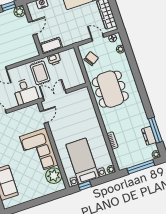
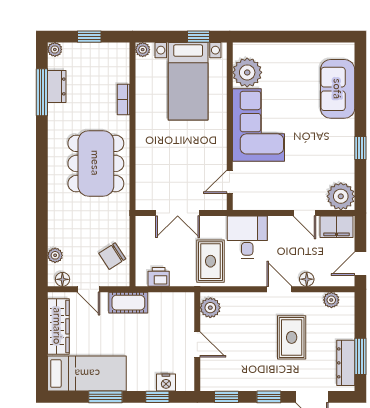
plant: (20, 12) -> (210, 308), moved
door: (32, 28) -> (197, 344), swing flipped
cot: (51, 46) -> (128, 303), moved
printer: (54, 59) -> (159, 277), moved
dining table: (110, 89) -> (96, 163), moved
double door: (55, 95) -> (178, 213), moved
window: (141, 167) -> (89, 37), width x0.46

